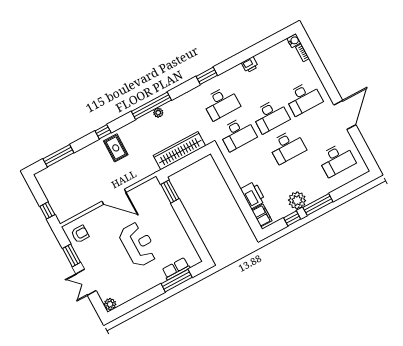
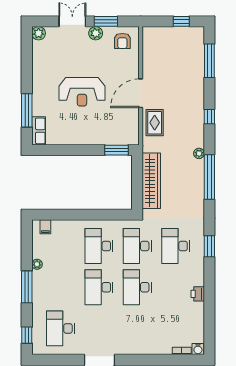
desk: (304, 98) -> (99, 246), moved
plant: (158, 113) -> (199, 153), moved
rug: (116, 148) -> (155, 123), moved, turned 90
printer: (253, 195) -> (70, 229), removed
plant: (297, 200) -> (37, 264), width x0.53, depth x0.53
window: (47, 210) -> (181, 21), moved
filing cabinet: (262, 215) -> (45, 227), width x0.50
window: (292, 218) -> (27, 335), moved
plant: (85, 259) -> (96, 33), added
row of seats: (176, 269) -> (39, 131), moved

